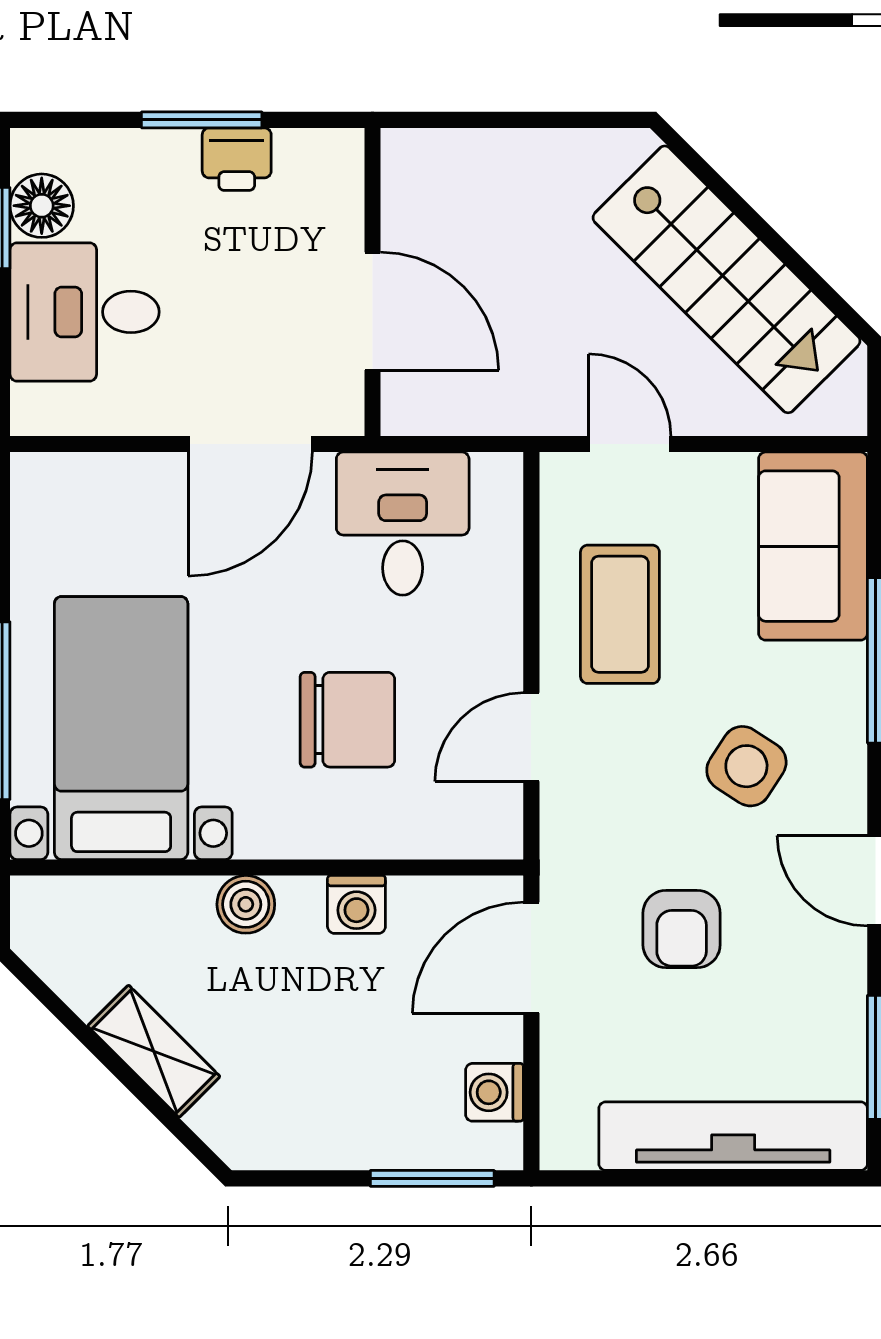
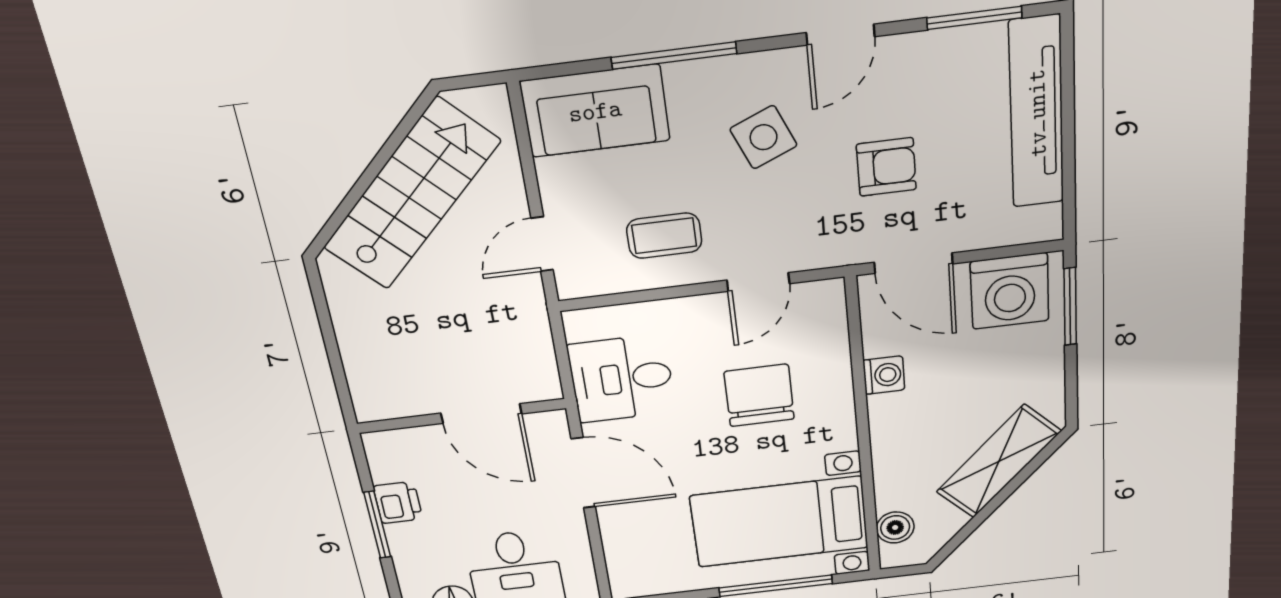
door: (373, 311) -> (481, 414), swing flipped
coffee table: (620, 614) -> (664, 236), width x0.73, depth x0.77
door: (531, 737) -> (758, 282), hinge flipped
side table: (746, 766) -> (764, 137), turned 34
boiler: (246, 904) -> (895, 527), moved
shelving: (154, 1051) -> (999, 462), width x1.50, depth x1.33
washing machine: (494, 1092) -> (1010, 291), width x1.89, depth x1.89

